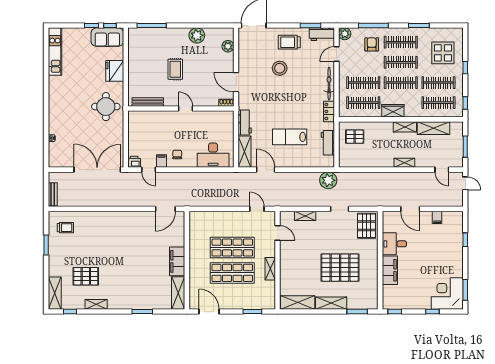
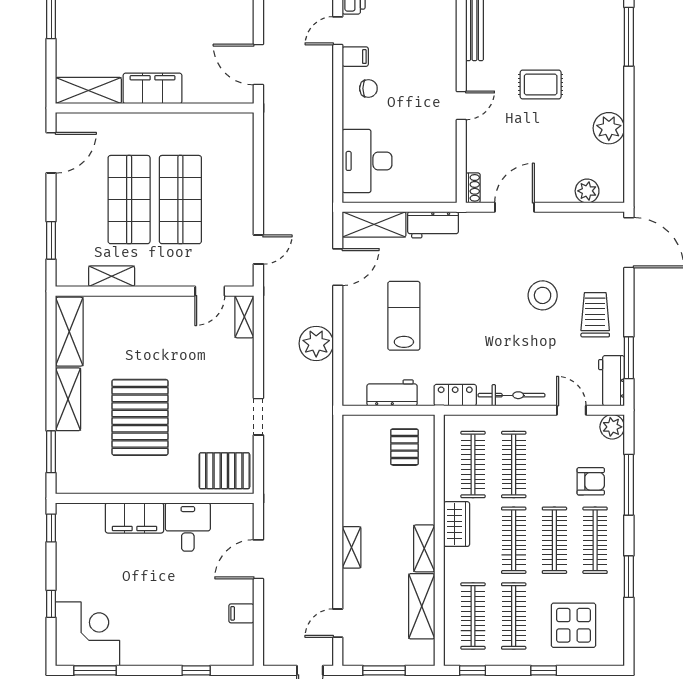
plant: (328, 180) -> (316, 343), moved
shelving: (305, 216) -> (244, 317), moved
shelving: (270, 269) -> (112, 276), moved

